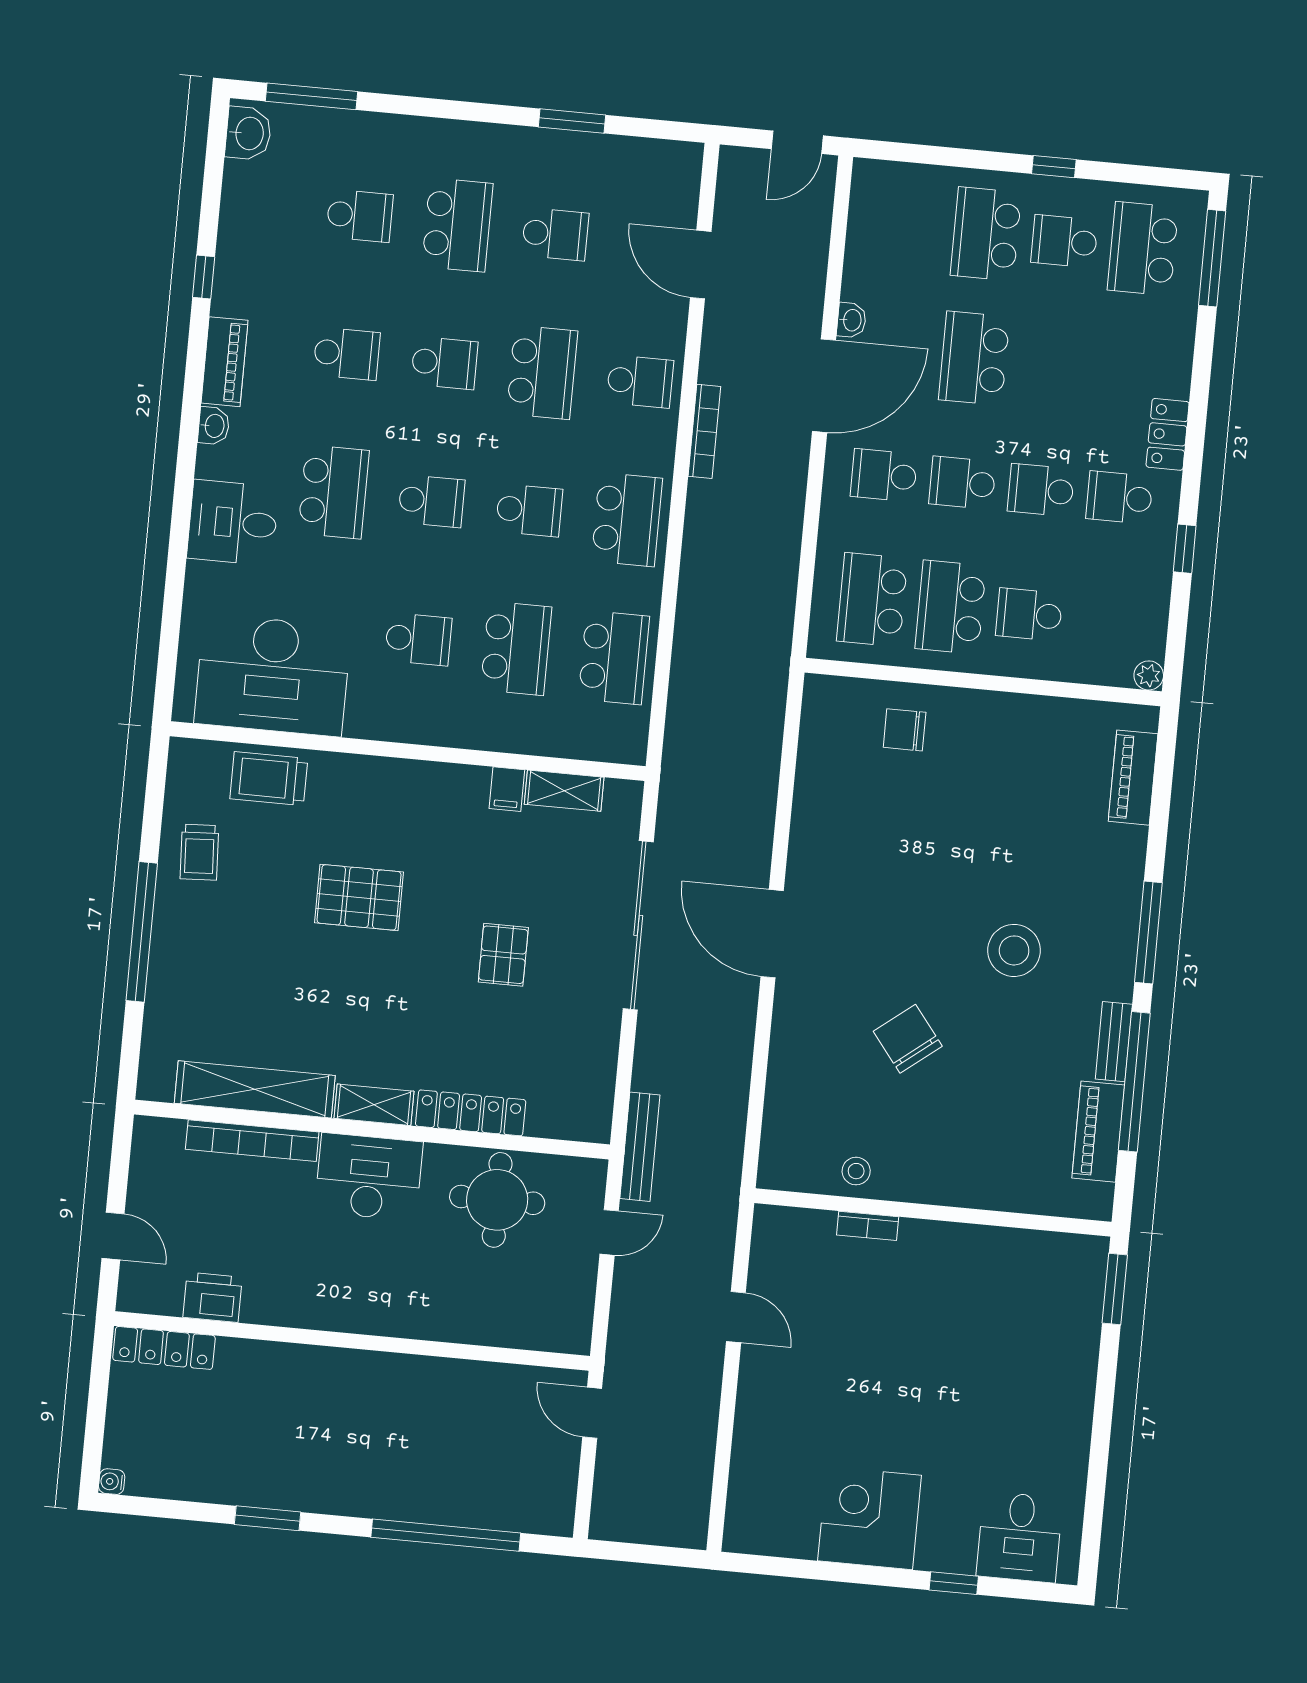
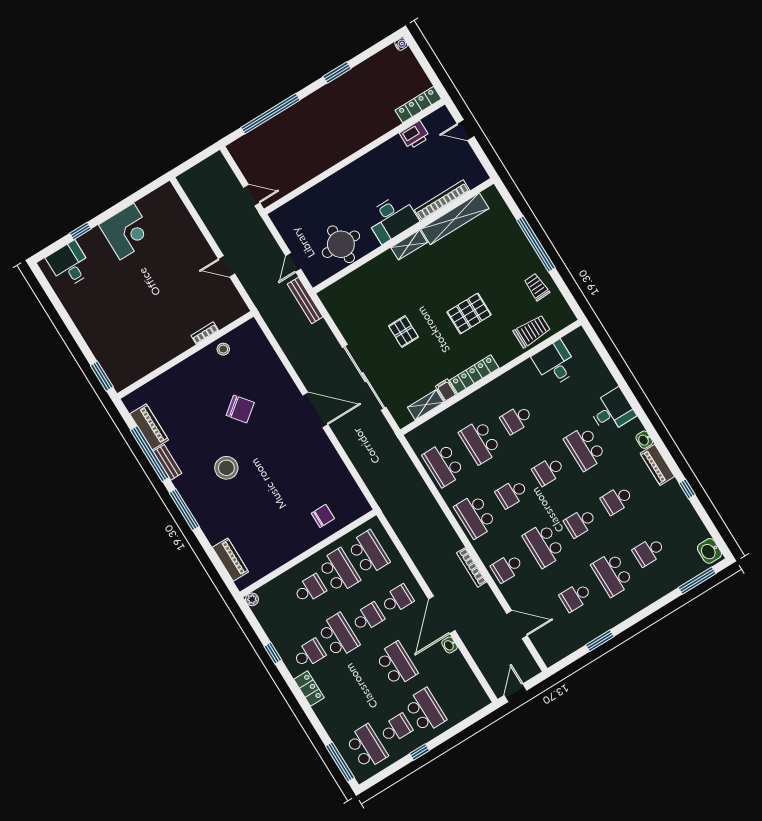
school desk: (1041, 490) -> (339, 636), width x1.85
desk: (273, 675) -> (555, 363), width x0.53, depth x0.77
locker: (471, 1113) -> (474, 374), moved, turned 180

